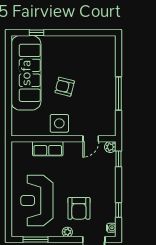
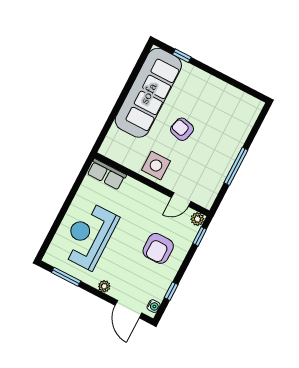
row of seats: (48, 149) -> (107, 174), moved
armchair: (79, 208) -> (158, 248), moved

